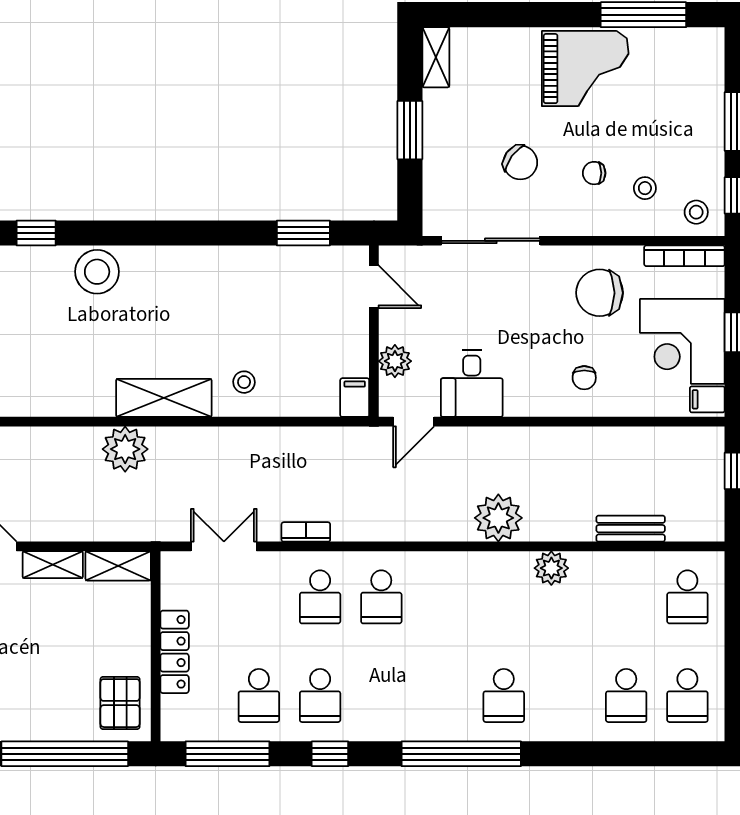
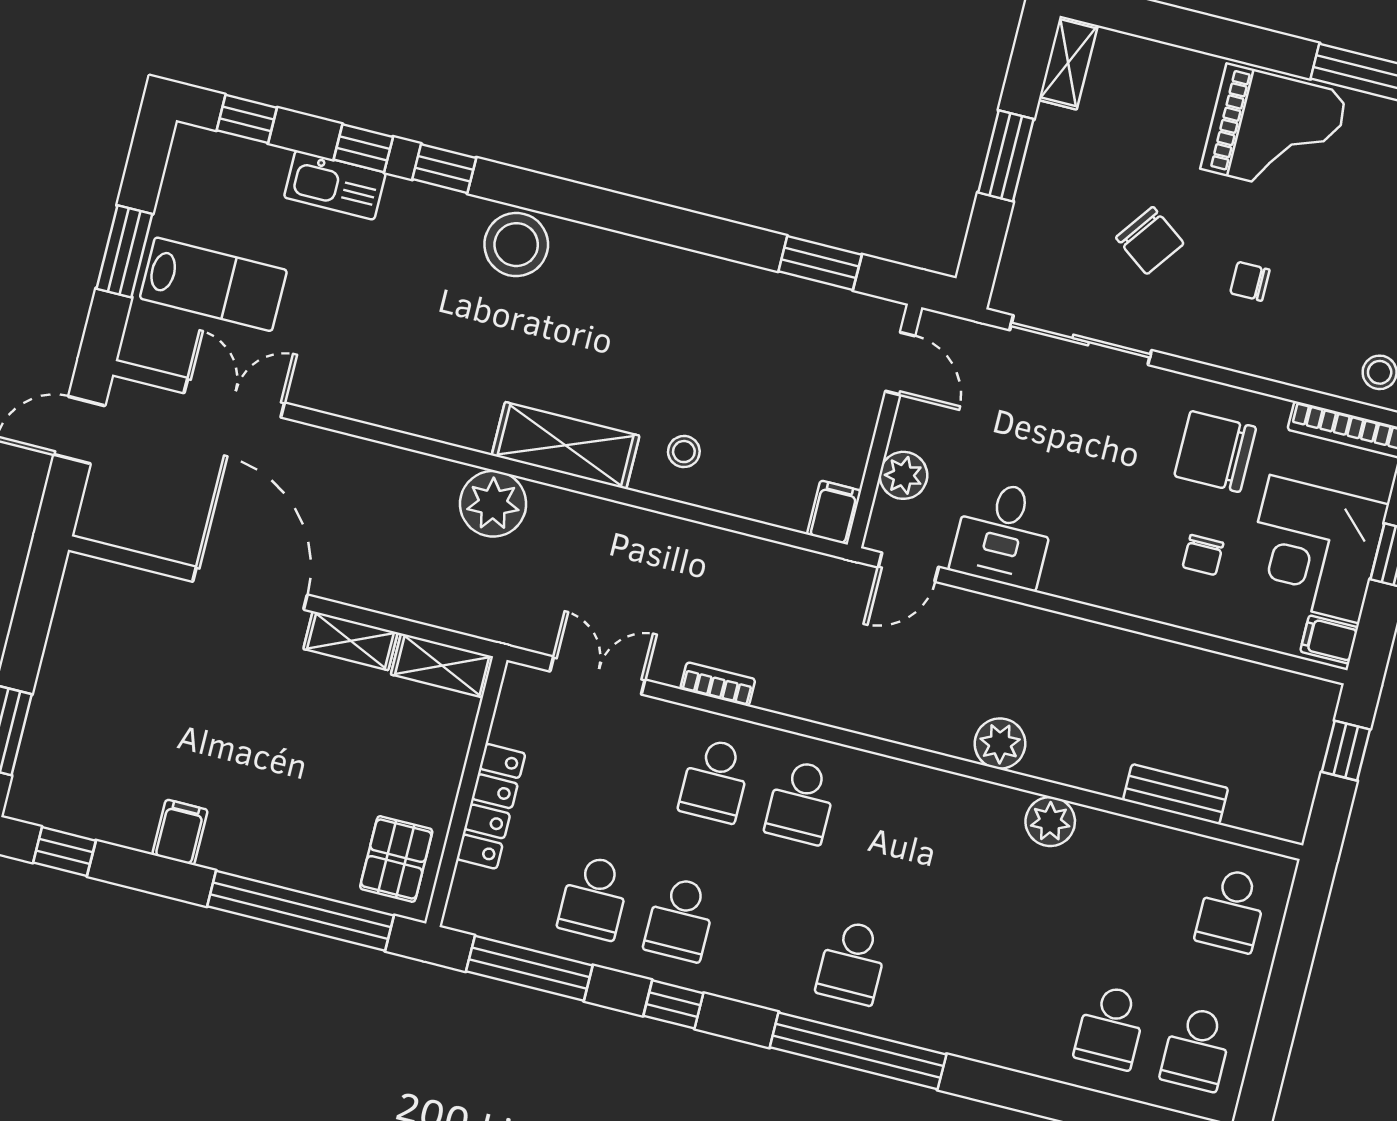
stool: (645, 188) -> (1316, 320), removed
chair: (584, 378) -> (1203, 555), moved
plant: (498, 518) -> (1000, 744), width x0.73, depth x0.73
school desk: (504, 696) -> (852, 962), moved

